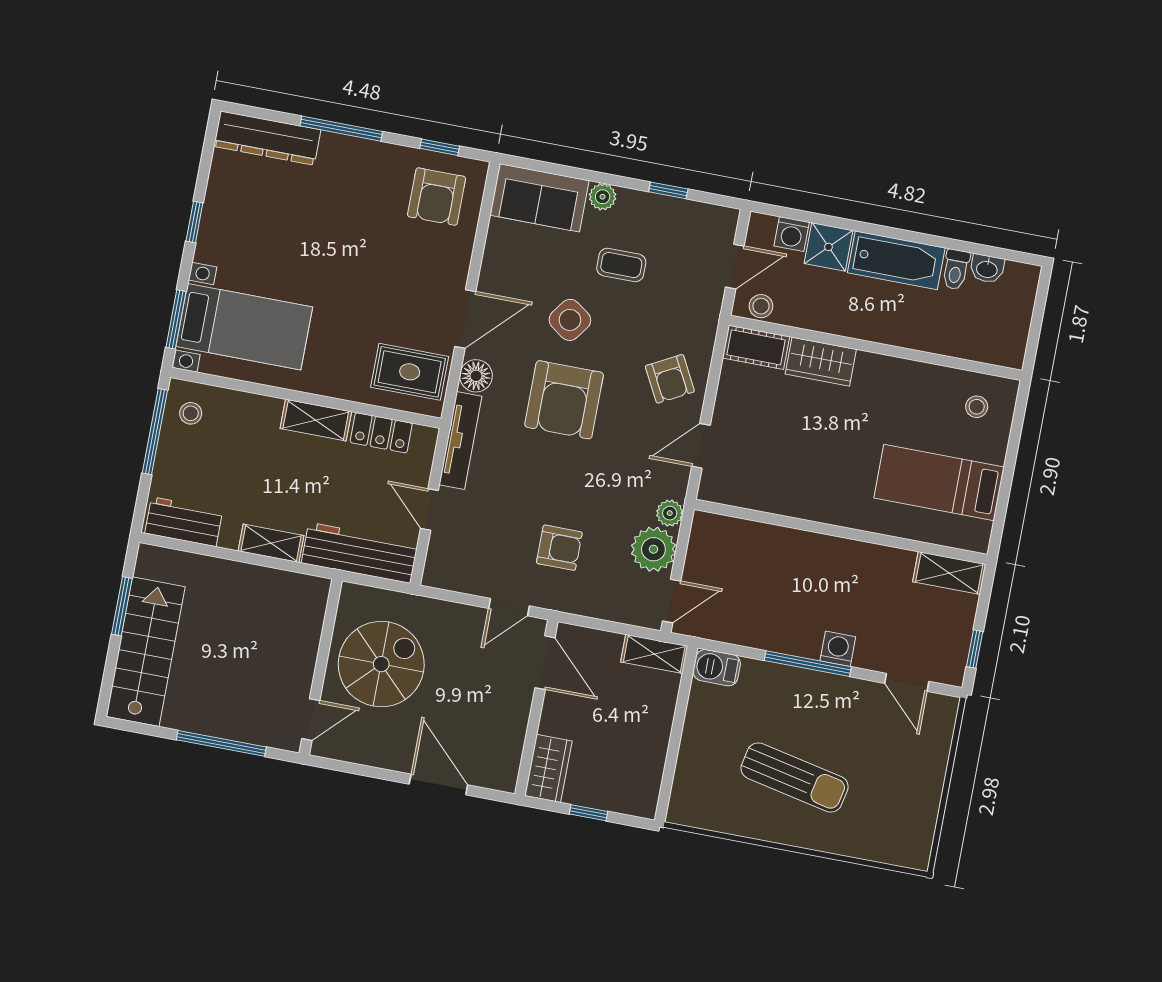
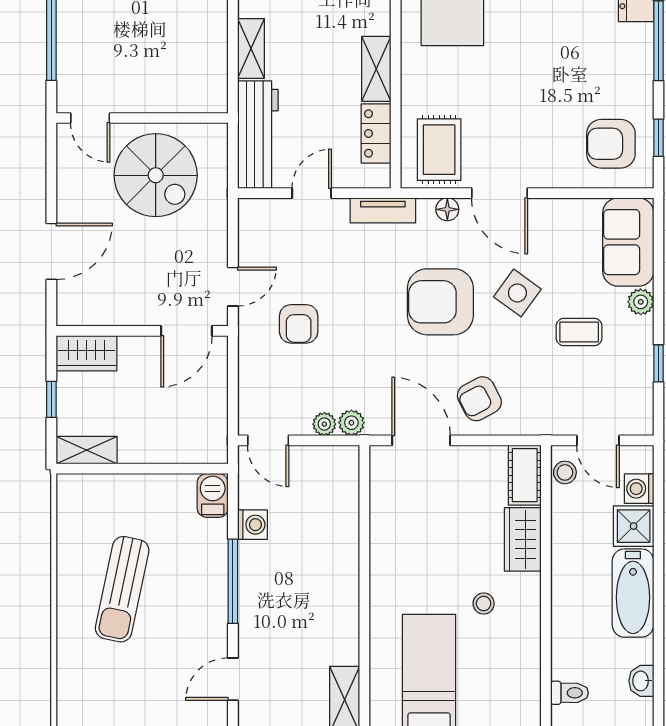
coffee table: (621, 265) -> (579, 332), turned 90
toilet: (956, 270) -> (569, 693), moved, turned 180
floor lamp: (476, 376) -> (447, 209), width x0.73, depth x0.73
stool: (977, 407) -> (484, 603), moved
tv unit: (460, 441) -> (383, 210), width x0.71
door: (701, 446) -> (421, 440), width x1.38
plant: (653, 549) -> (324, 424), width x0.53, depth x0.53
door: (509, 607) -> (233, 287), swing flipped
washing machine: (838, 649) -> (252, 525), moved
shelving: (654, 654) -> (87, 450), moved, turned 90

